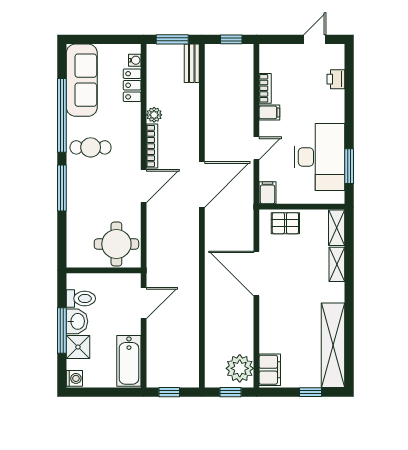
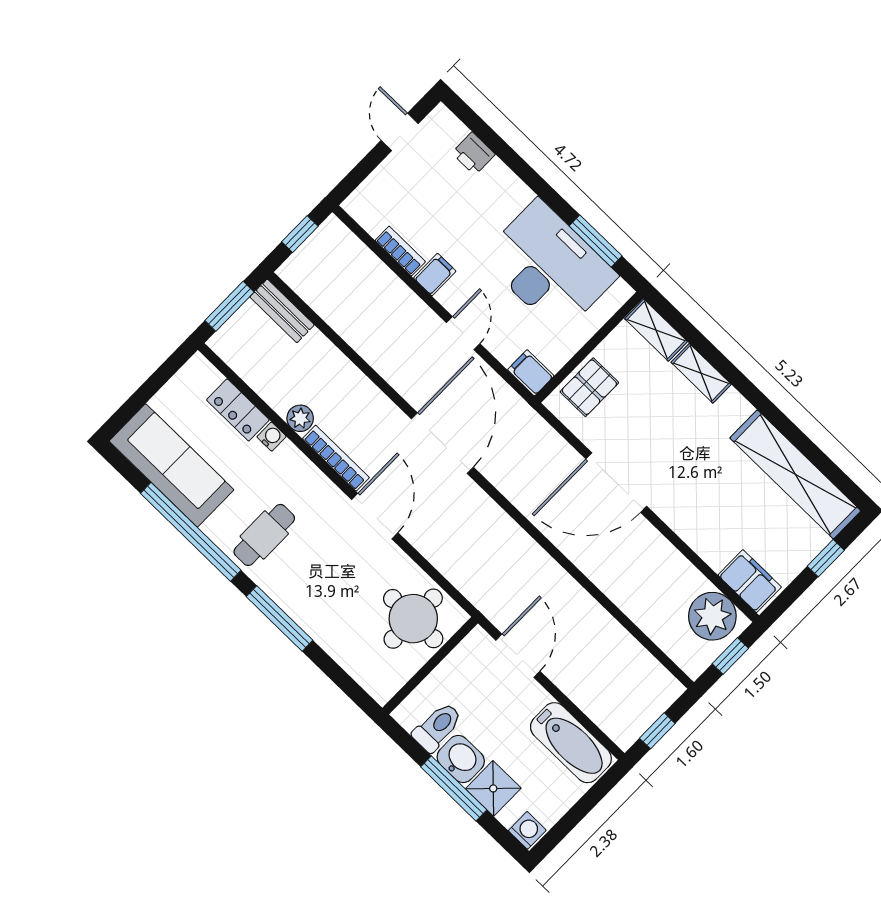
water cooler: (135, 60) -> (272, 437), moved

